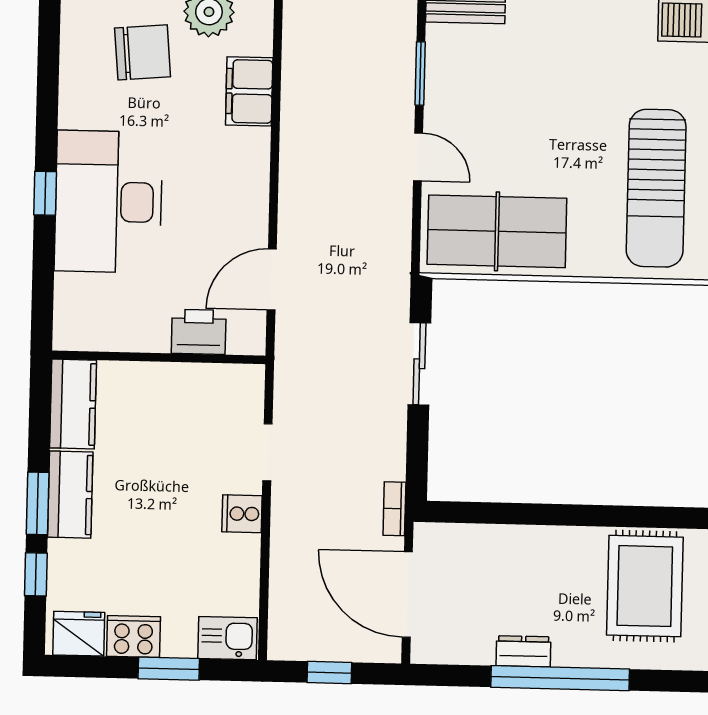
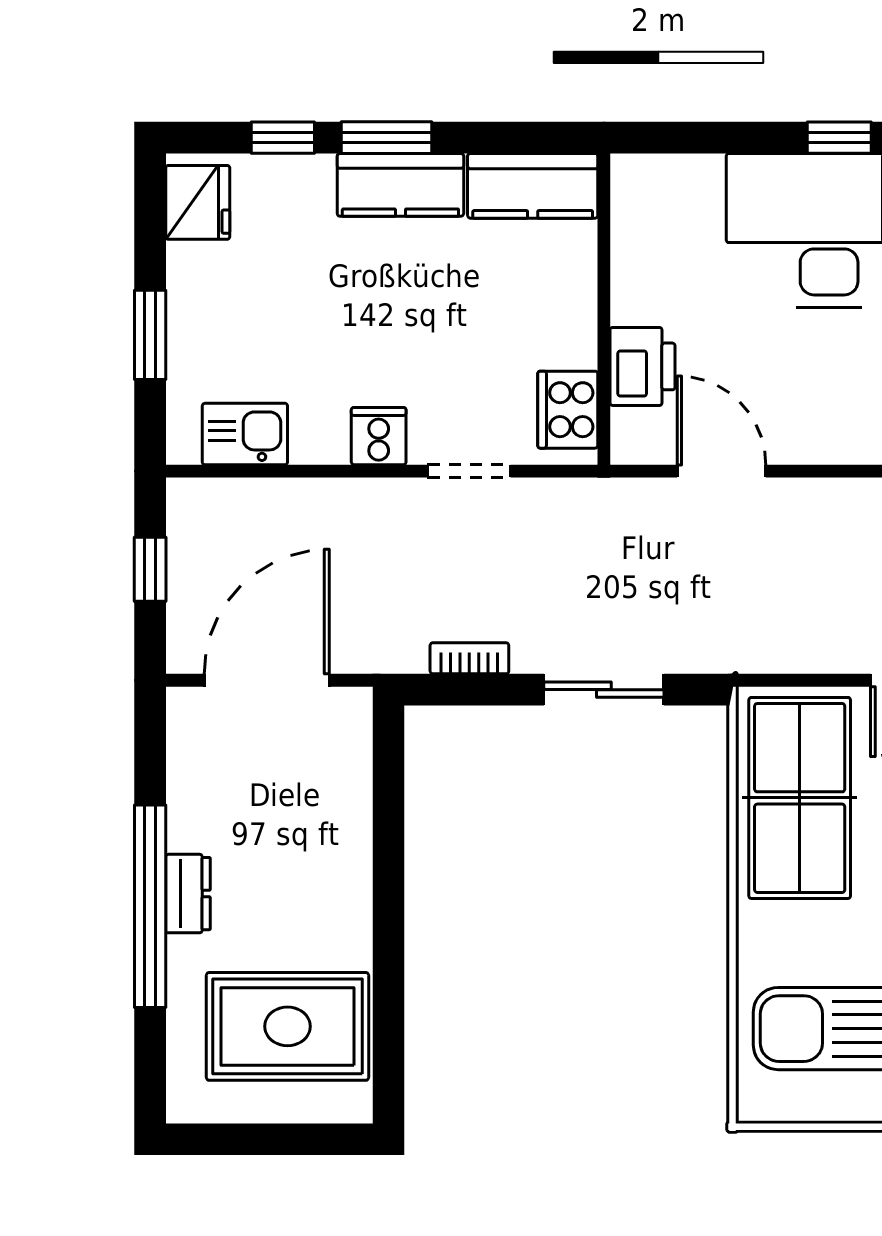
bookcase: (394, 509) -> (469, 658), moved
cooker: (133, 637) -> (568, 410), moved, turned 180
kitchen sink: (227, 638) -> (245, 434), moved, turned -90
dresser: (523, 651) -> (188, 894), moved

